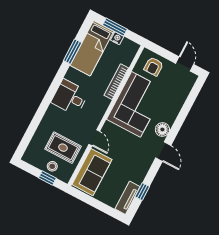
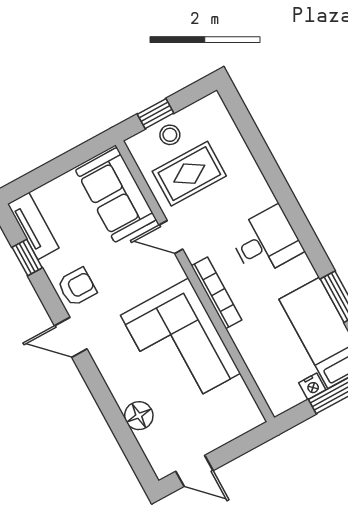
armchair: (154, 66) -> (77, 287), moved, turned 90
bookcase: (116, 82) -> (217, 293), moved
floor lamp: (162, 130) -> (139, 416), moved

